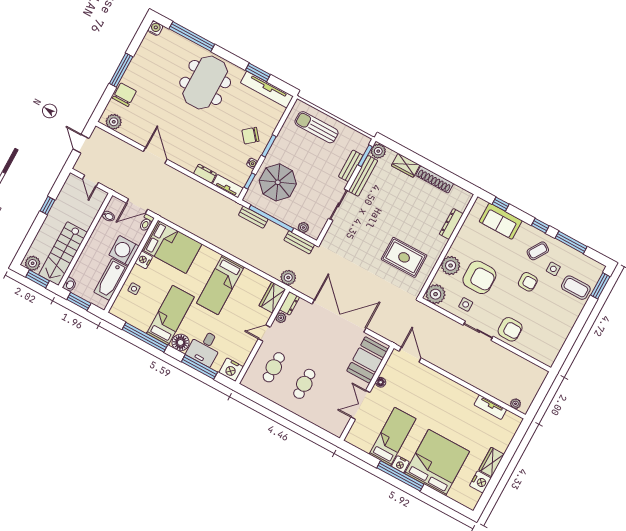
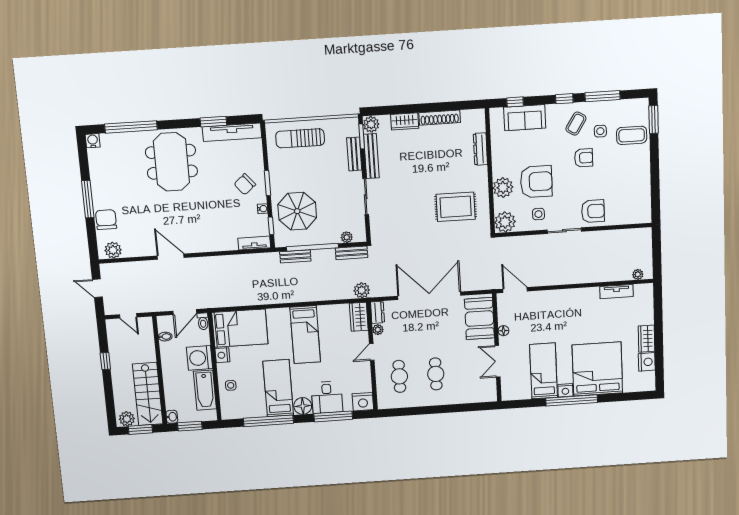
dresser: (205, 174) -> (226, 245), removed

